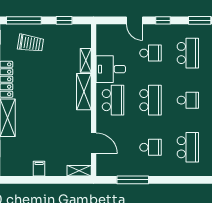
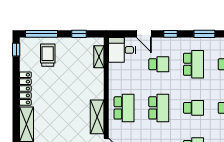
trolley: (31, 43) -> (48, 55), turned -99
shelving: (86, 60) -> (99, 57), moved
desk: (111, 69) -> (122, 50), moved
shelving: (84, 92) -> (97, 117), moved

